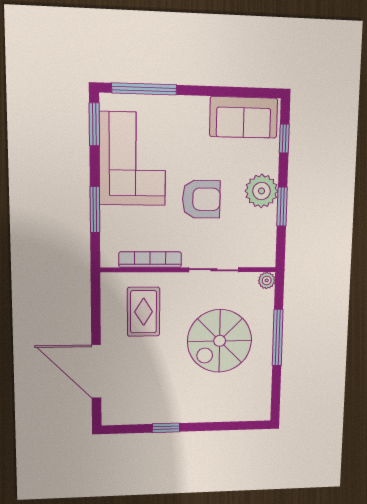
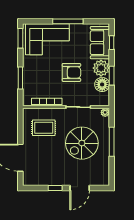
window: (144, 89) -> (68, 21), moved
sofa: (244, 117) -> (100, 43), moved, turned 90
corner sofa: (132, 159) -> (47, 39), moved, turned 90
floor lamp: (262, 224) -> (102, 84), added
rug: (144, 312) -> (44, 128), turned 90
door: (214, 426) -> (80, 188), added

